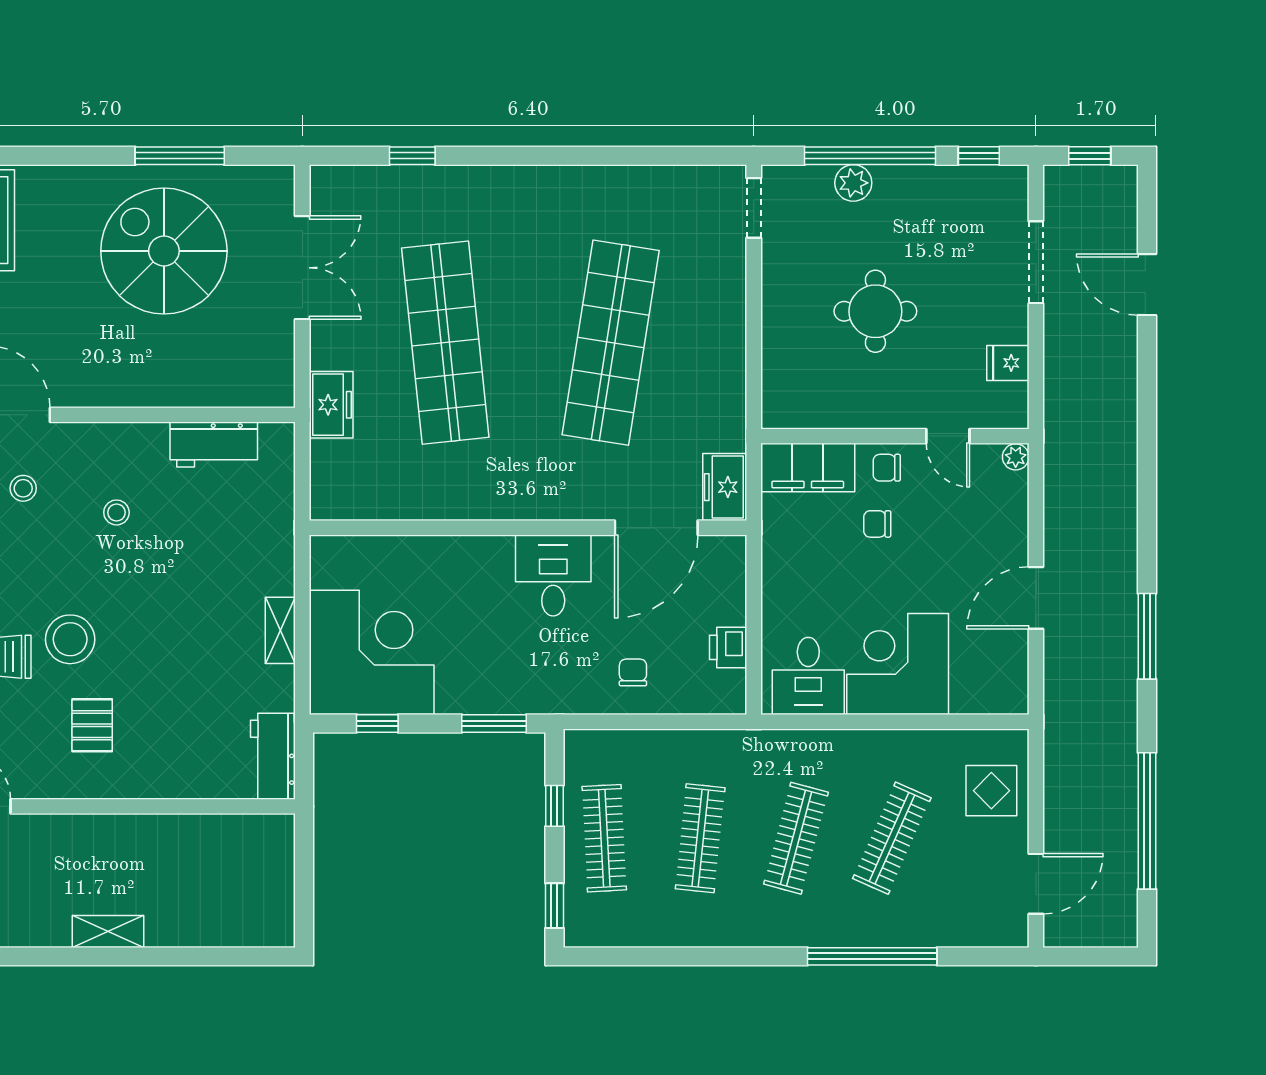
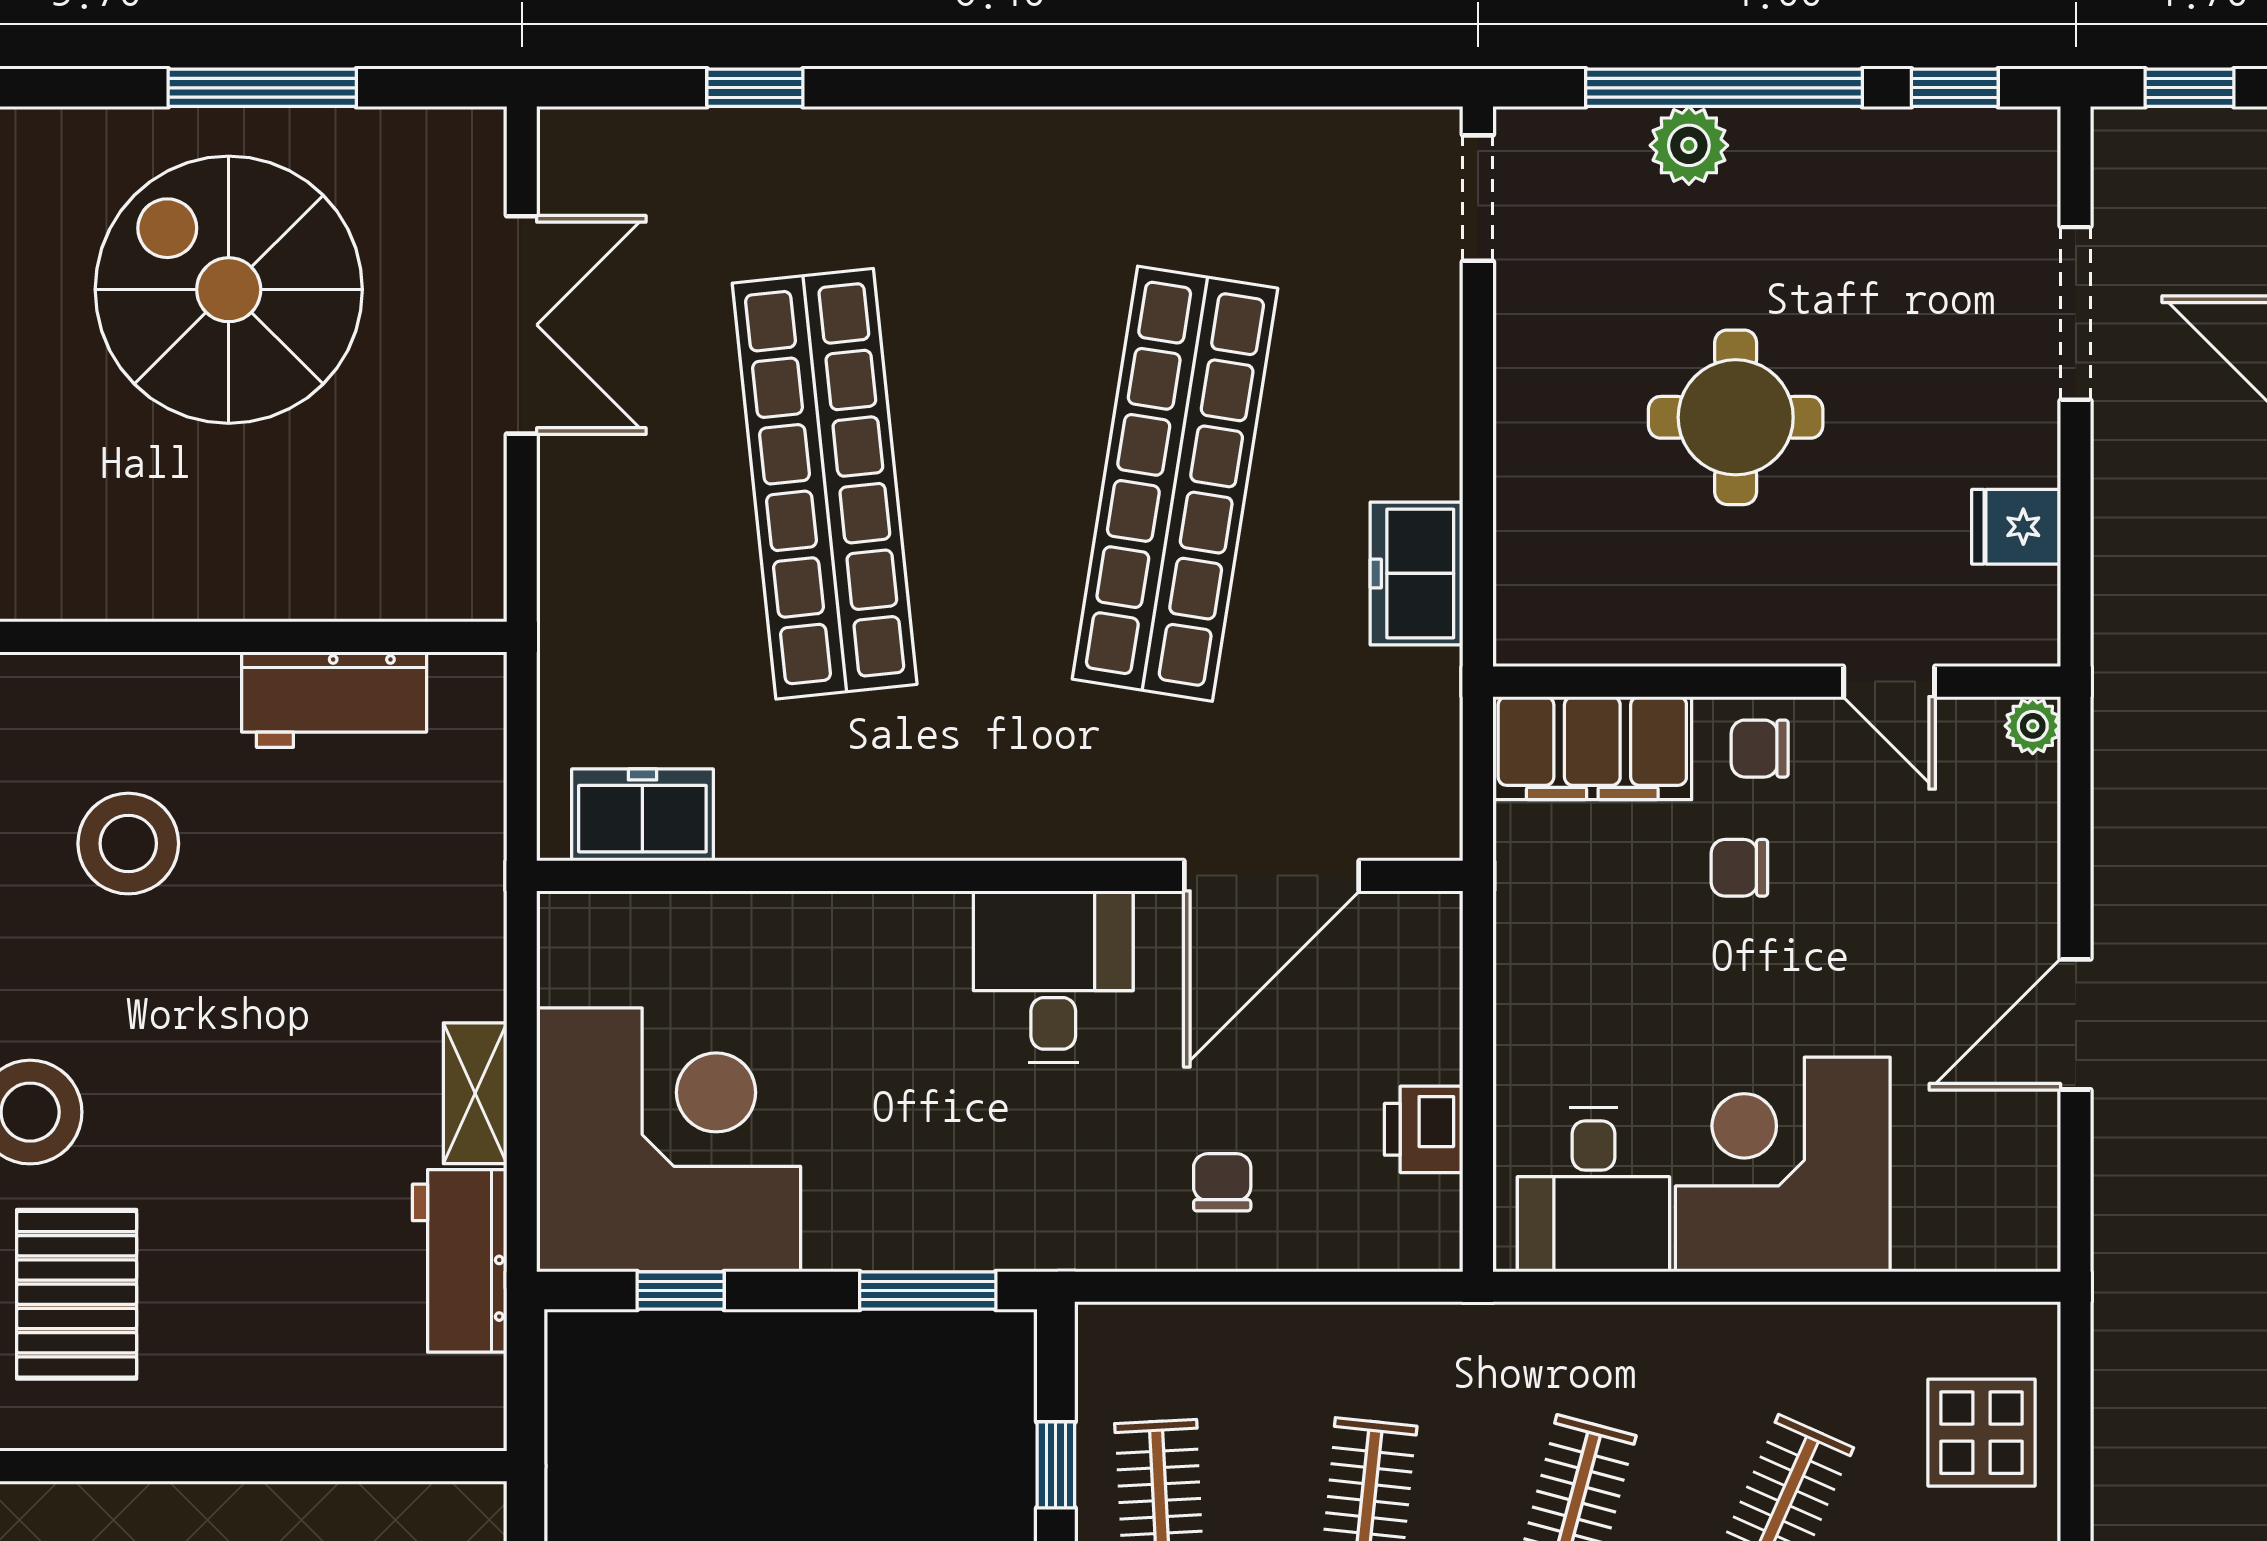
freezer: (331, 405) -> (642, 815), moved, turned -90
freezer: (725, 487) -> (1417, 573), moved
stool: (116, 512) -> (128, 844), width x1.89, depth x1.89
pallet: (92, 725) -> (77, 1294), width x1.50, depth x1.42
workbench: (273, 756) -> (460, 1261), moved

